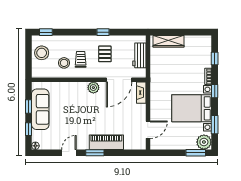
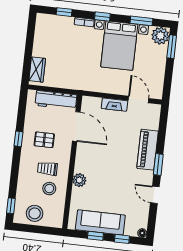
wardrobe: (169, 41) -> (37, 70), width x0.67
workbench: (139, 55) -> (56, 100), width x1.38
plant: (93, 88) -> (79, 180), moved
fireplace: (141, 93) -> (114, 105), moved

